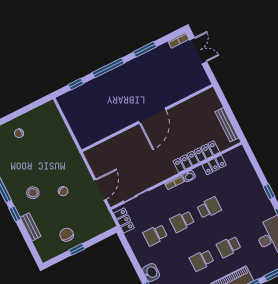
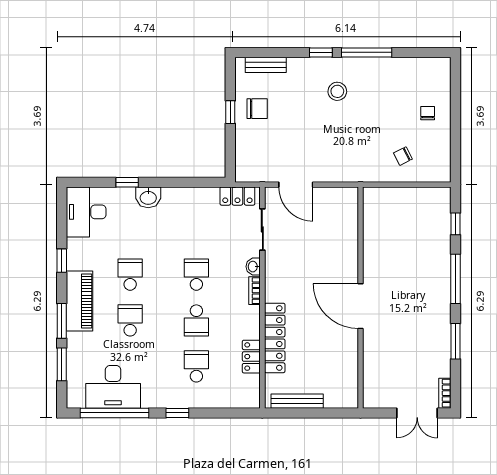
washbasin: (189, 176) -> (253, 267), moved
chair: (63, 191) -> (403, 156), moved
bench: (31, 227) -> (266, 65), moved
school desk: (155, 235) -> (196, 366), moved

